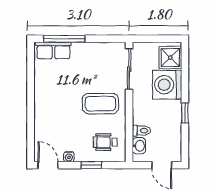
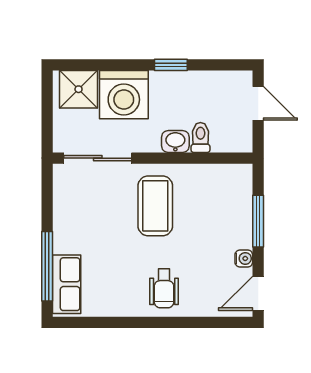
wheelchair: (105, 142) -> (164, 288), moved
washbasin: (139, 146) -> (175, 142), moved
window: (91, 165) -> (258, 221), width x1.50
door: (162, 165) -> (258, 103), hinge flipped

